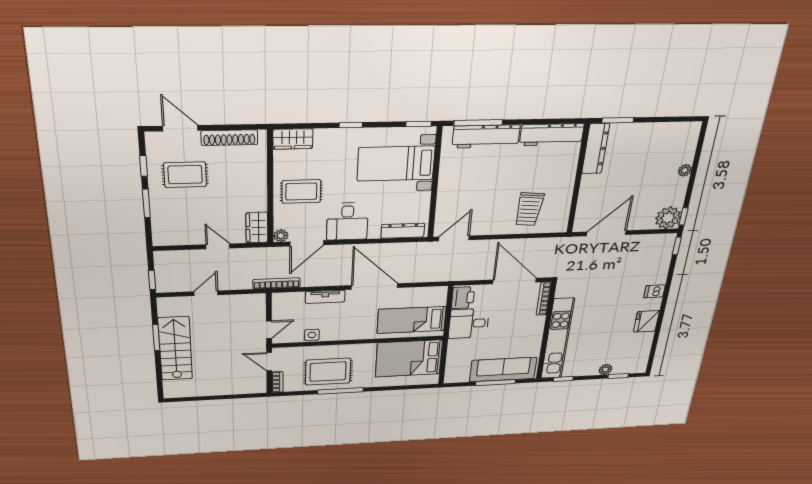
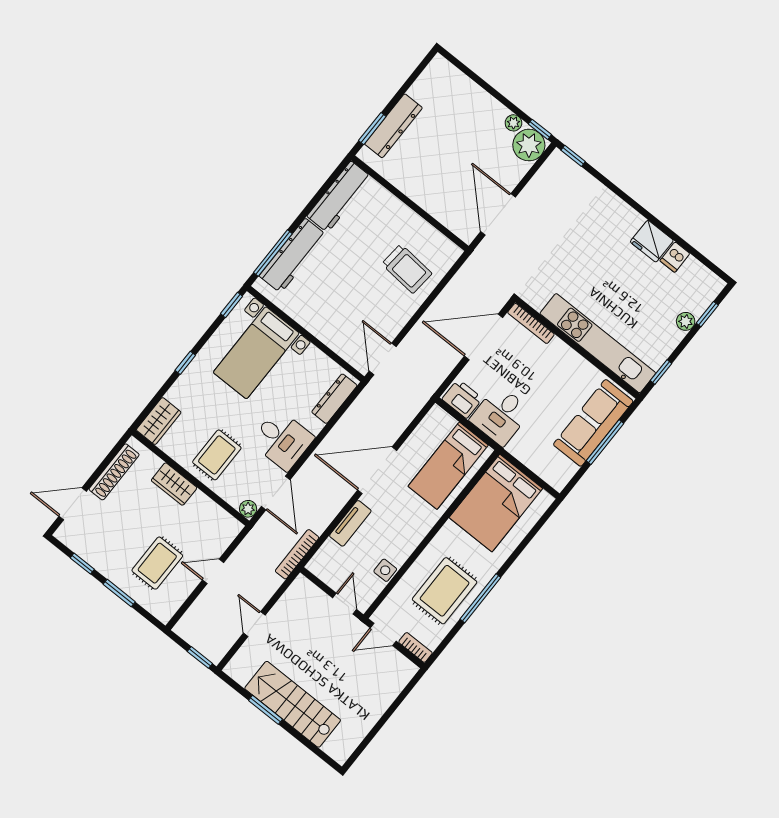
dresser: (596, 149) -> (393, 126), moved, turned 90
plant: (685, 170) -> (513, 123), moved
rug: (185, 175) -> (157, 563), moved
wardrobe: (257, 228) -> (174, 484), moved
dishwasher: (655, 291) -> (675, 257), moved

